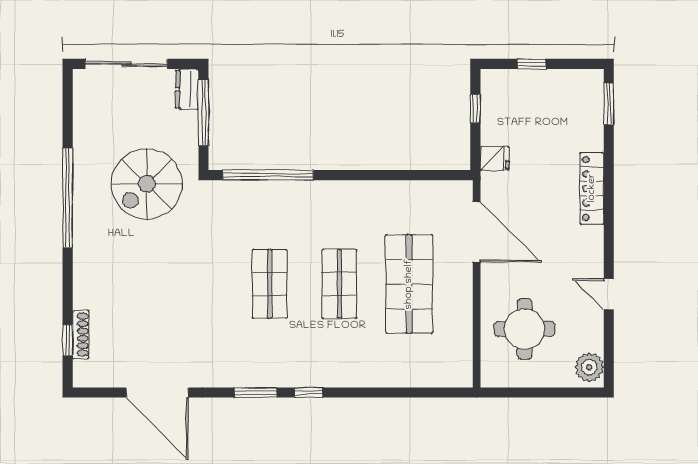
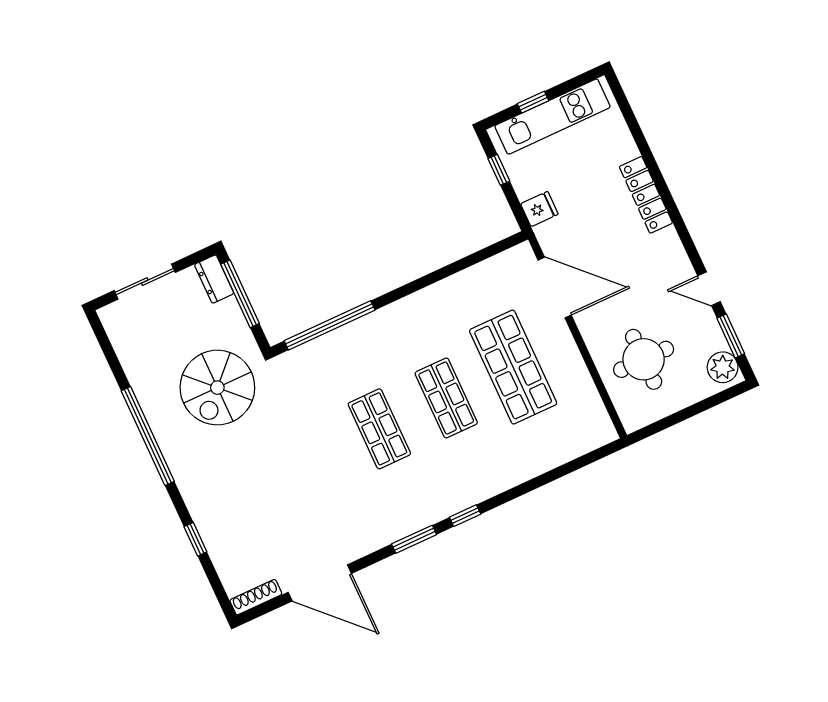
sliding door: (126, 64) -> (145, 282), width x0.73
kitchen unit: (543, 84) -> (553, 117), added
window: (609, 104) -> (731, 336), moved
shoe rack: (81, 335) -> (256, 597), moved, turned -90
window: (68, 340) -> (195, 539), moved

